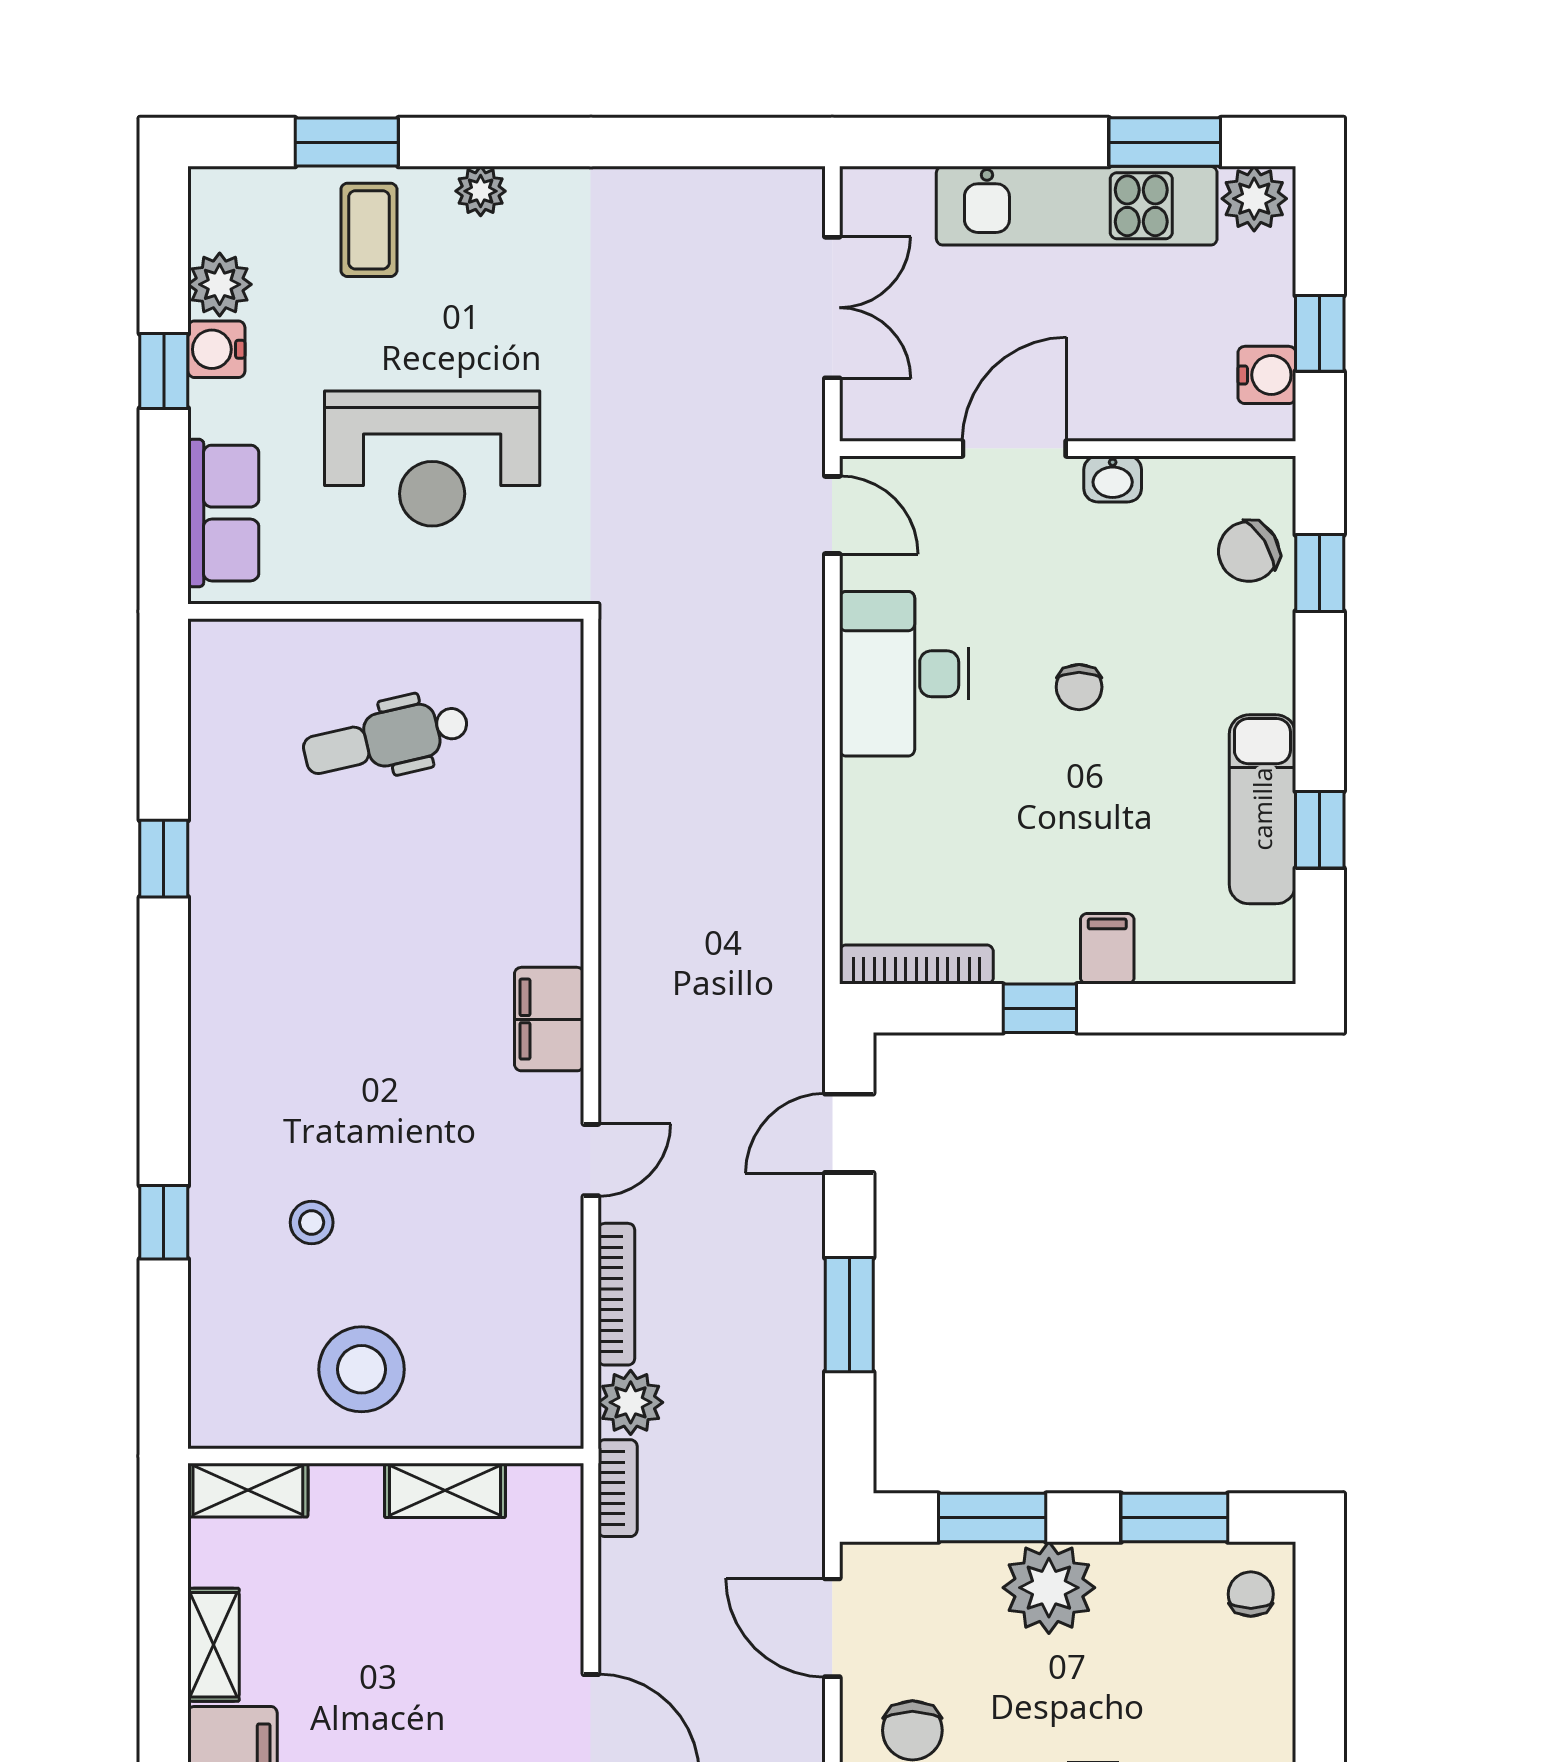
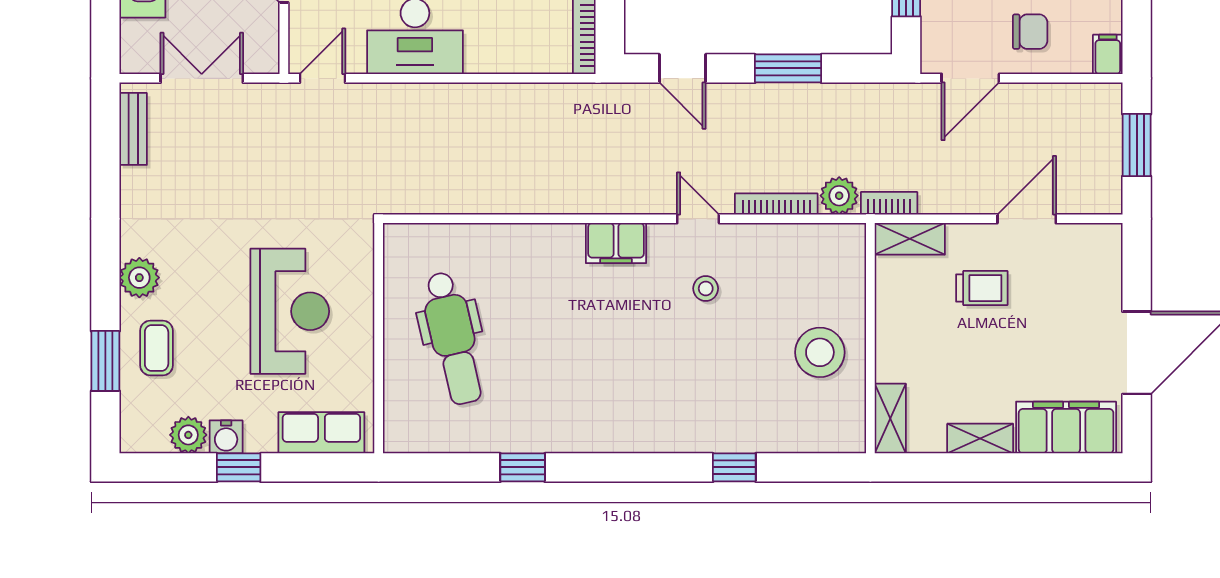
bench: (745, 190) -> (133, 129), added
plant: (481, 191) -> (139, 278), width x1.38, depth x1.38
coffee table: (369, 230) -> (157, 348), turned 90
dental chair: (386, 739) -> (453, 338), width x1.36, depth x1.38
stool: (312, 1222) -> (706, 288), moved
shelving: (445, 1490) -> (910, 239), moved, turned 90
trolley: (472, 1647) -> (982, 288), added

